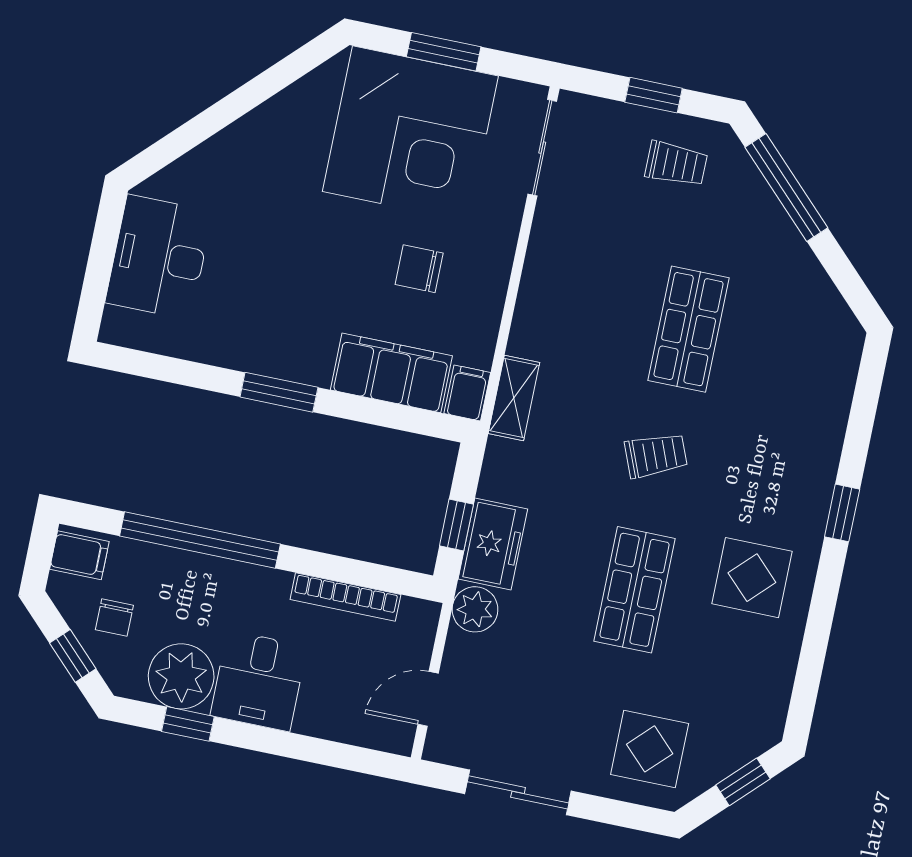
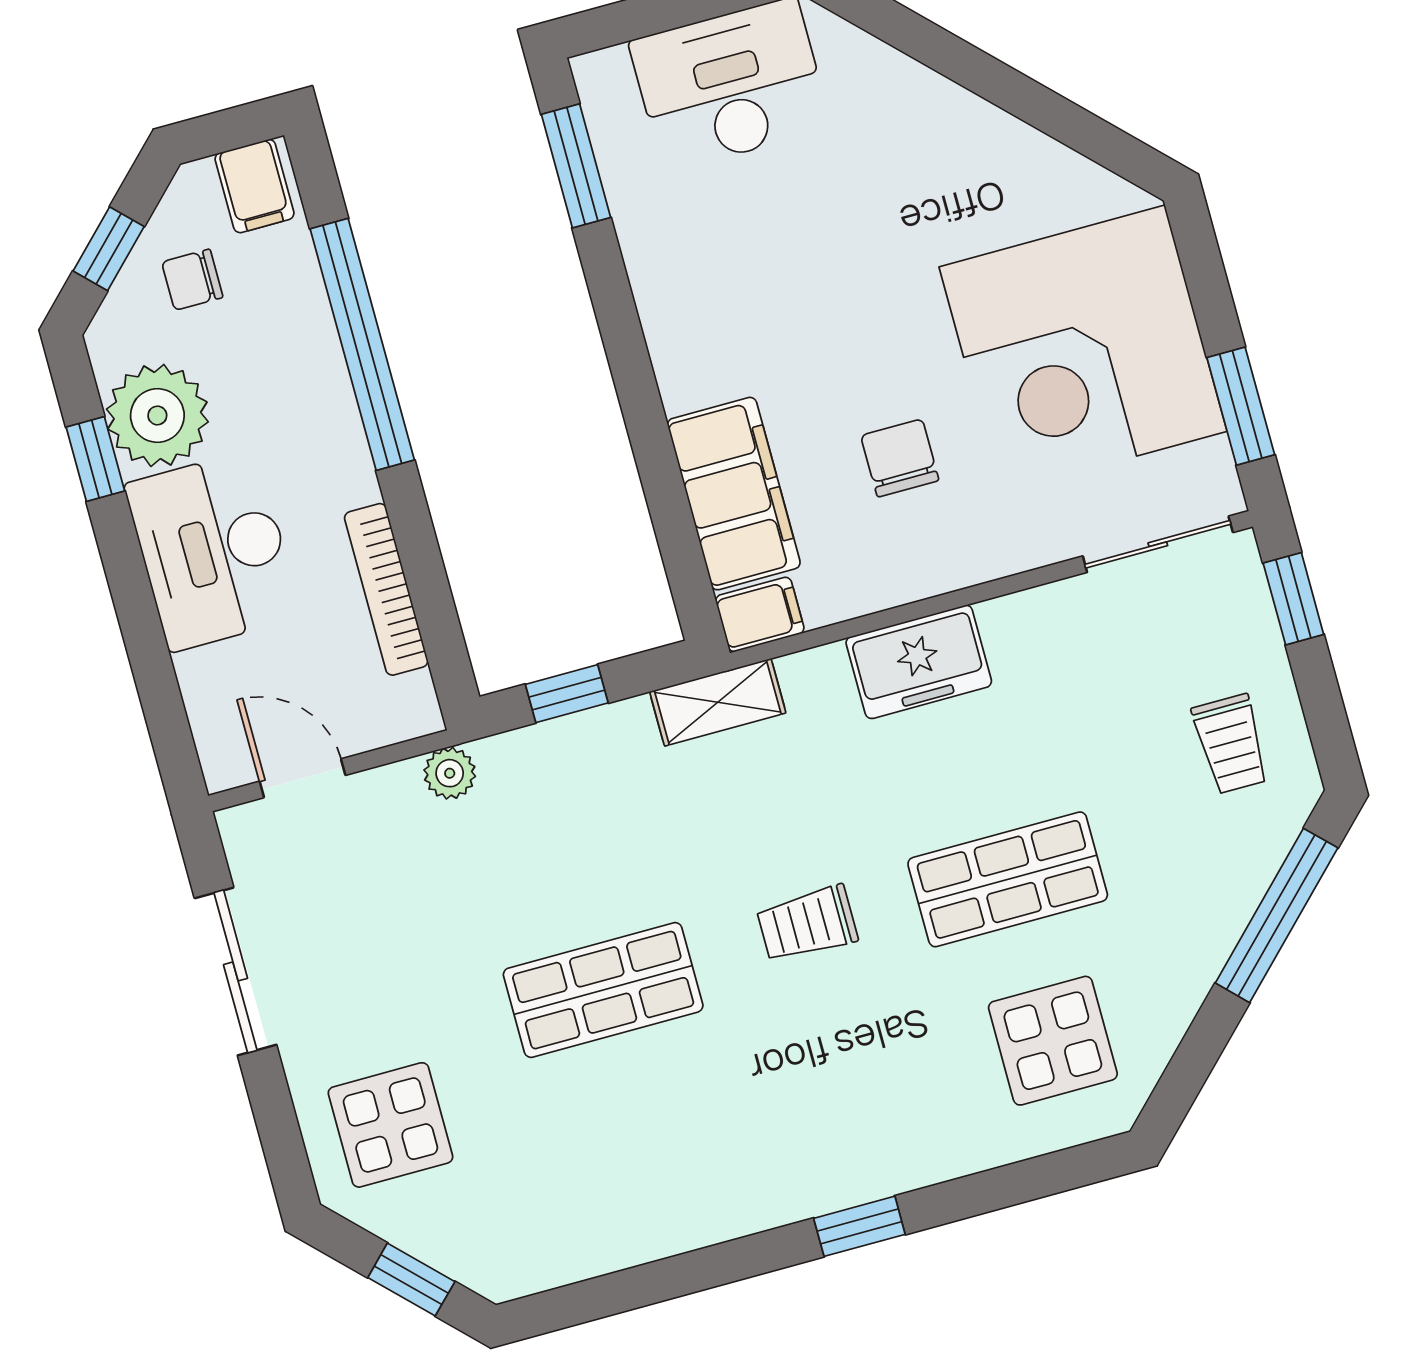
window: (444, 52) -> (1241, 406), moved
window: (654, 95) -> (1293, 599), moved
window: (279, 392) -> (576, 166), moved
shelving: (514, 398) -> (718, 702), moved
trolley: (656, 455) -> (807, 924), turned 112
freezer: (493, 544) -> (919, 662), moved
display table: (752, 578) -> (1053, 1041), moved
plant: (475, 609) -> (450, 773), width x0.73, depth x0.73
desk: (259, 681) -> (213, 551), width x1.37

